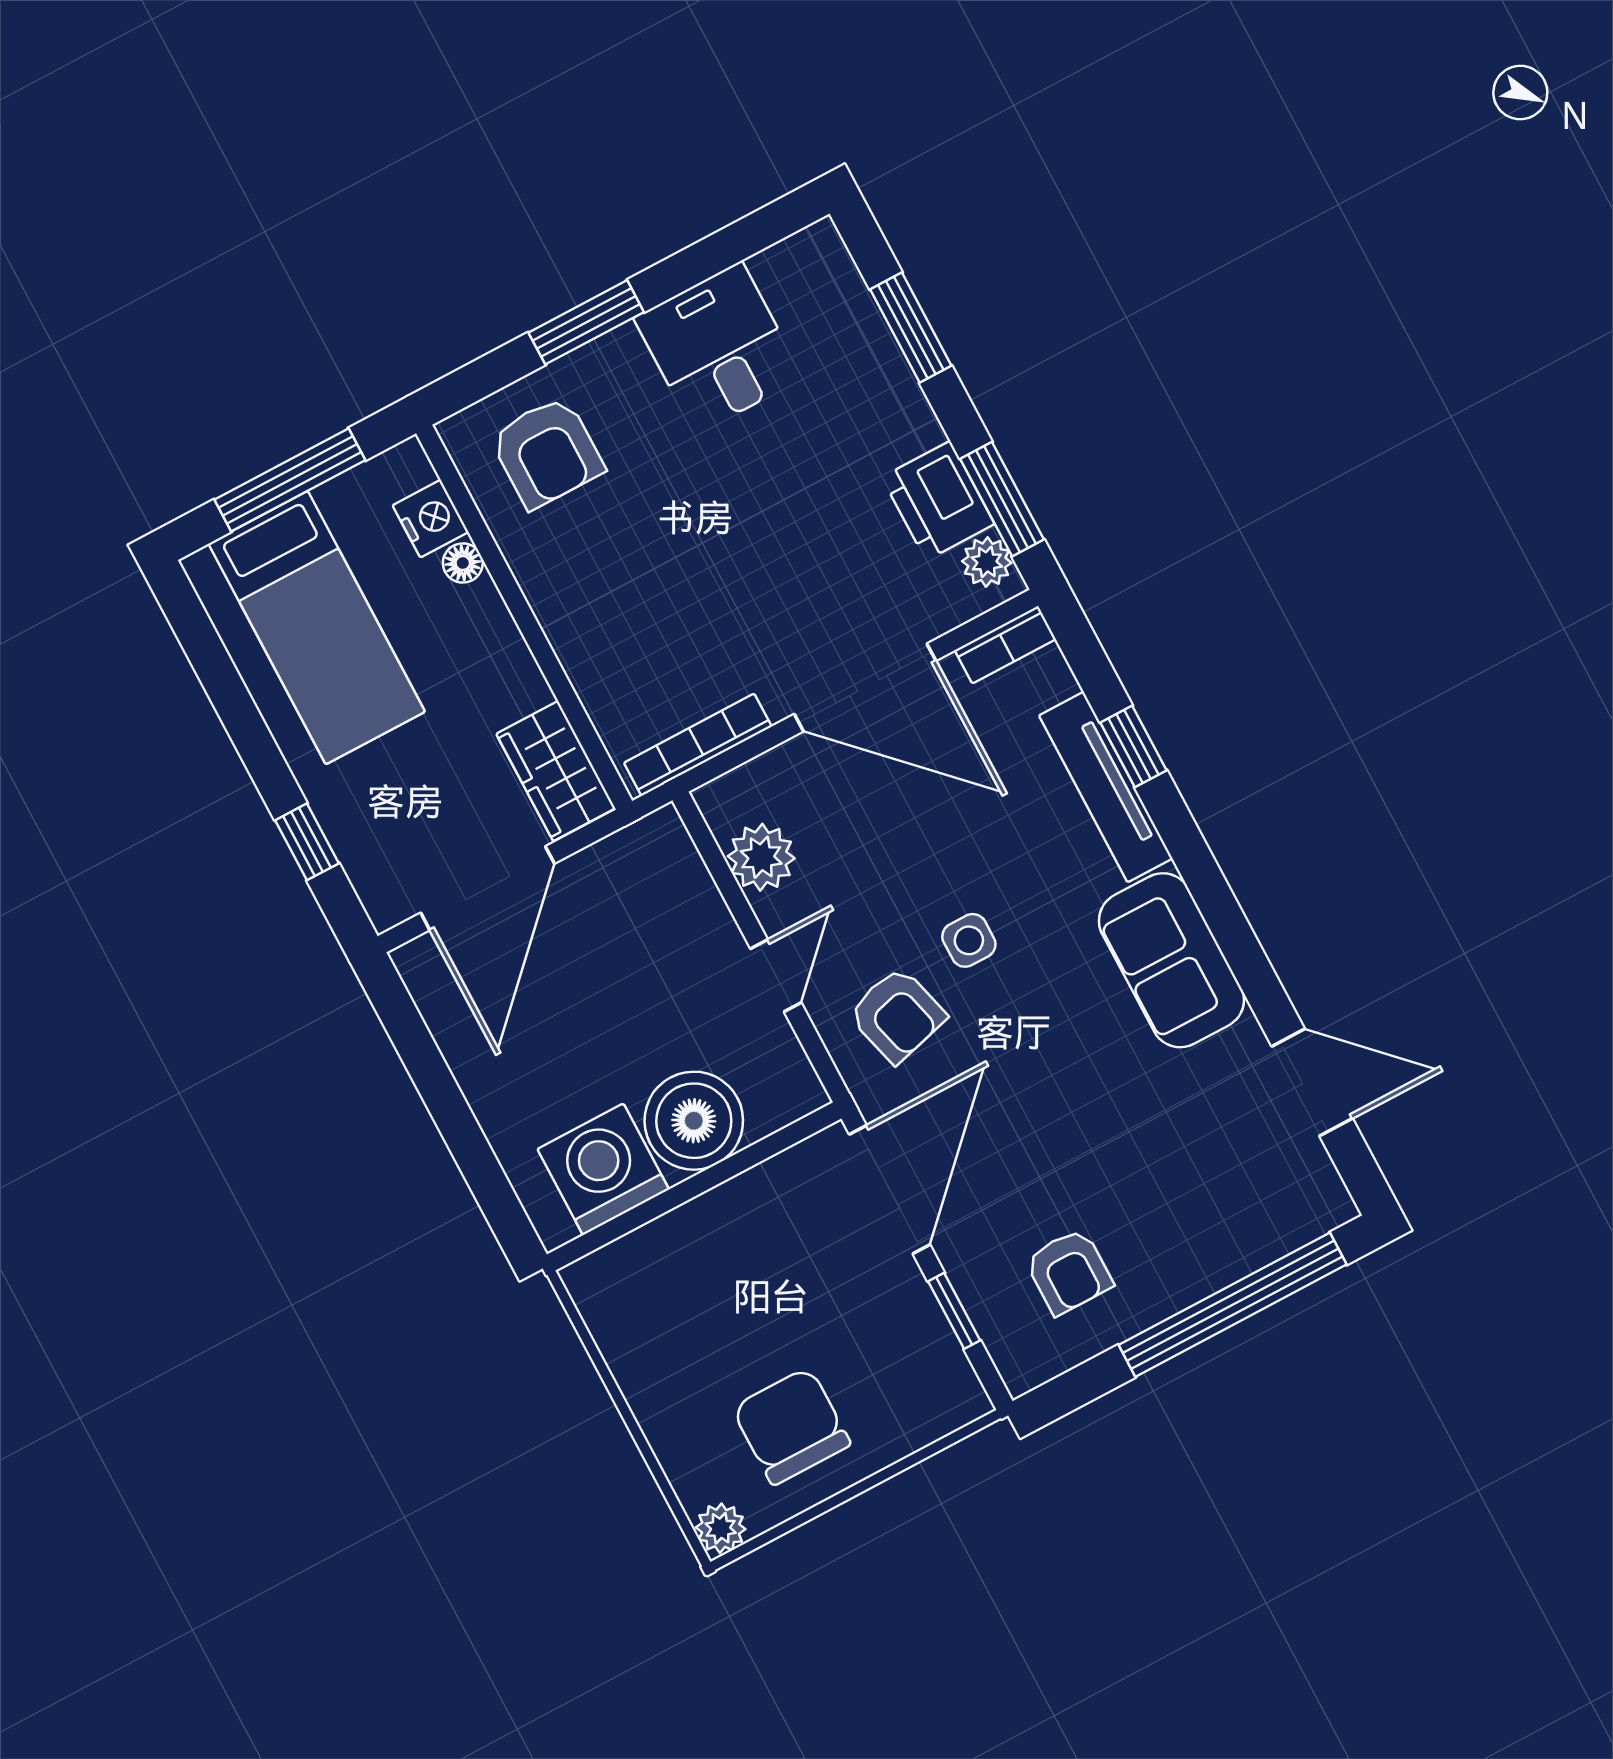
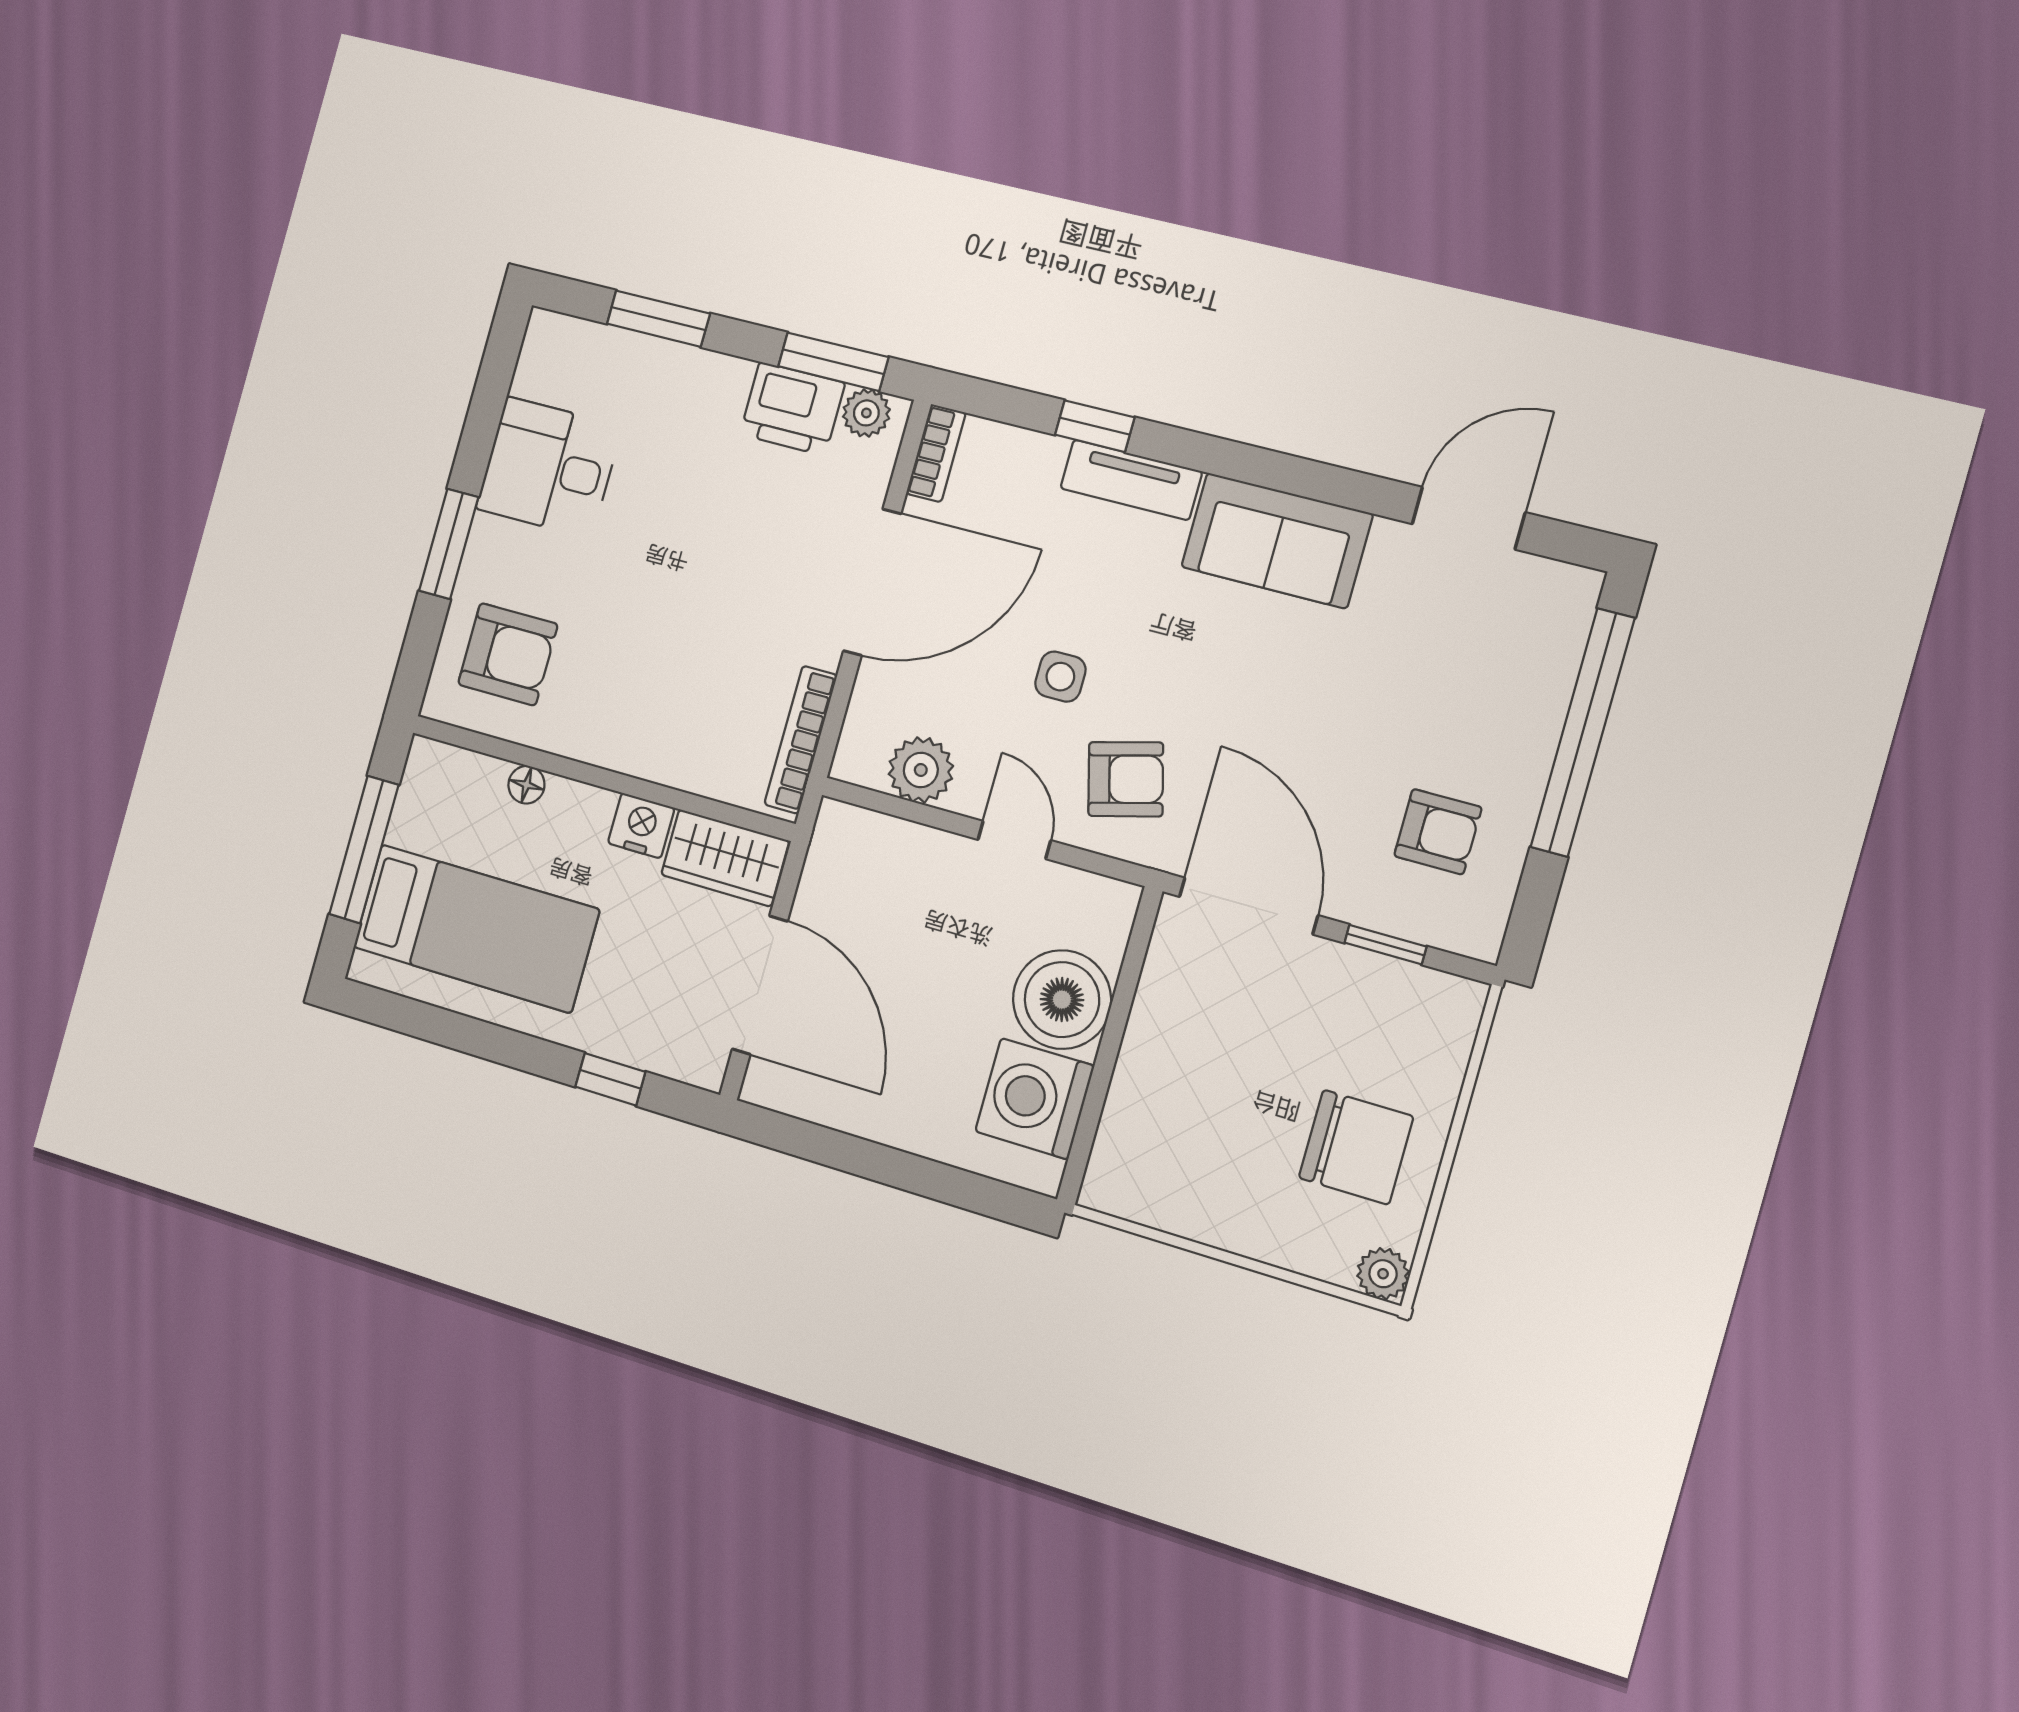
nightstand: (431, 519) -> (641, 826), moved
tv unit: (1106, 787) -> (1131, 480), width x0.71
side table: (969, 940) -> (1060, 677), moved
chair: (791, 1426) -> (1356, 1147), turned 180

